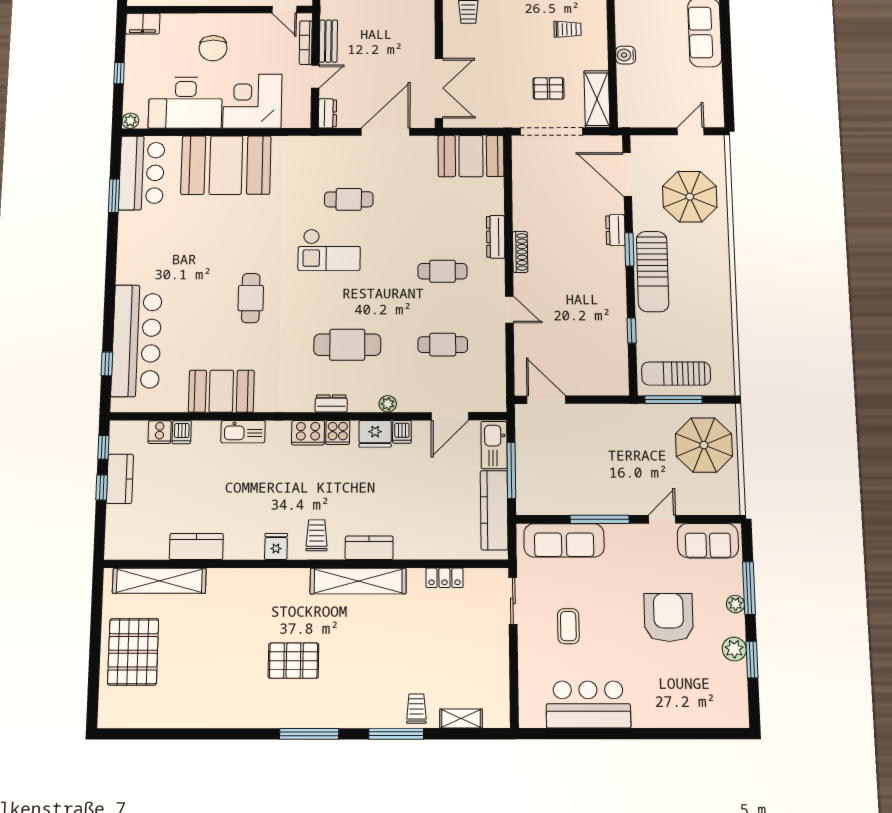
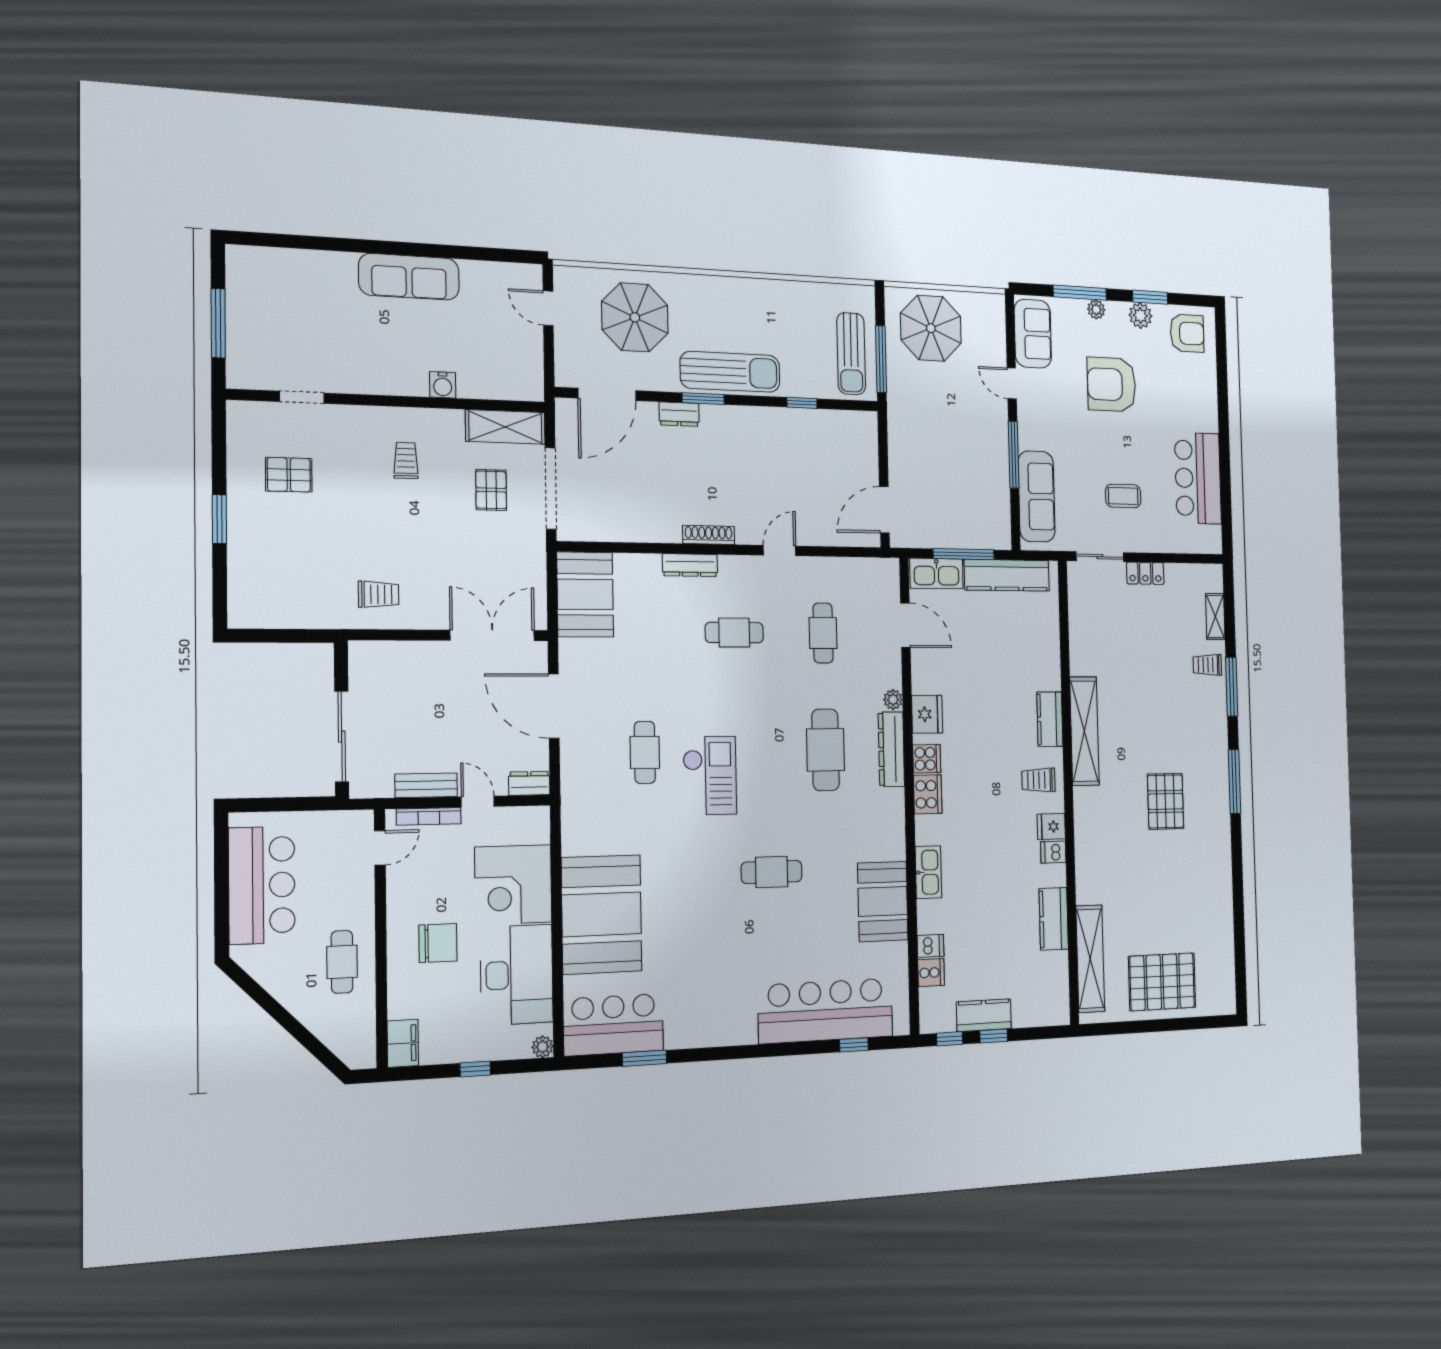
cafe table: (443, 271) -> (734, 633), turned 90
dresser: (331, 404) -> (891, 749), width x1.96, depth x1.24
dishwasher: (402, 432) -> (1053, 852), moved, turned 180
locker: (444, 578) -> (1145, 573), moved, turned 90
armchair: (722, 698) -> (1187, 333), added

